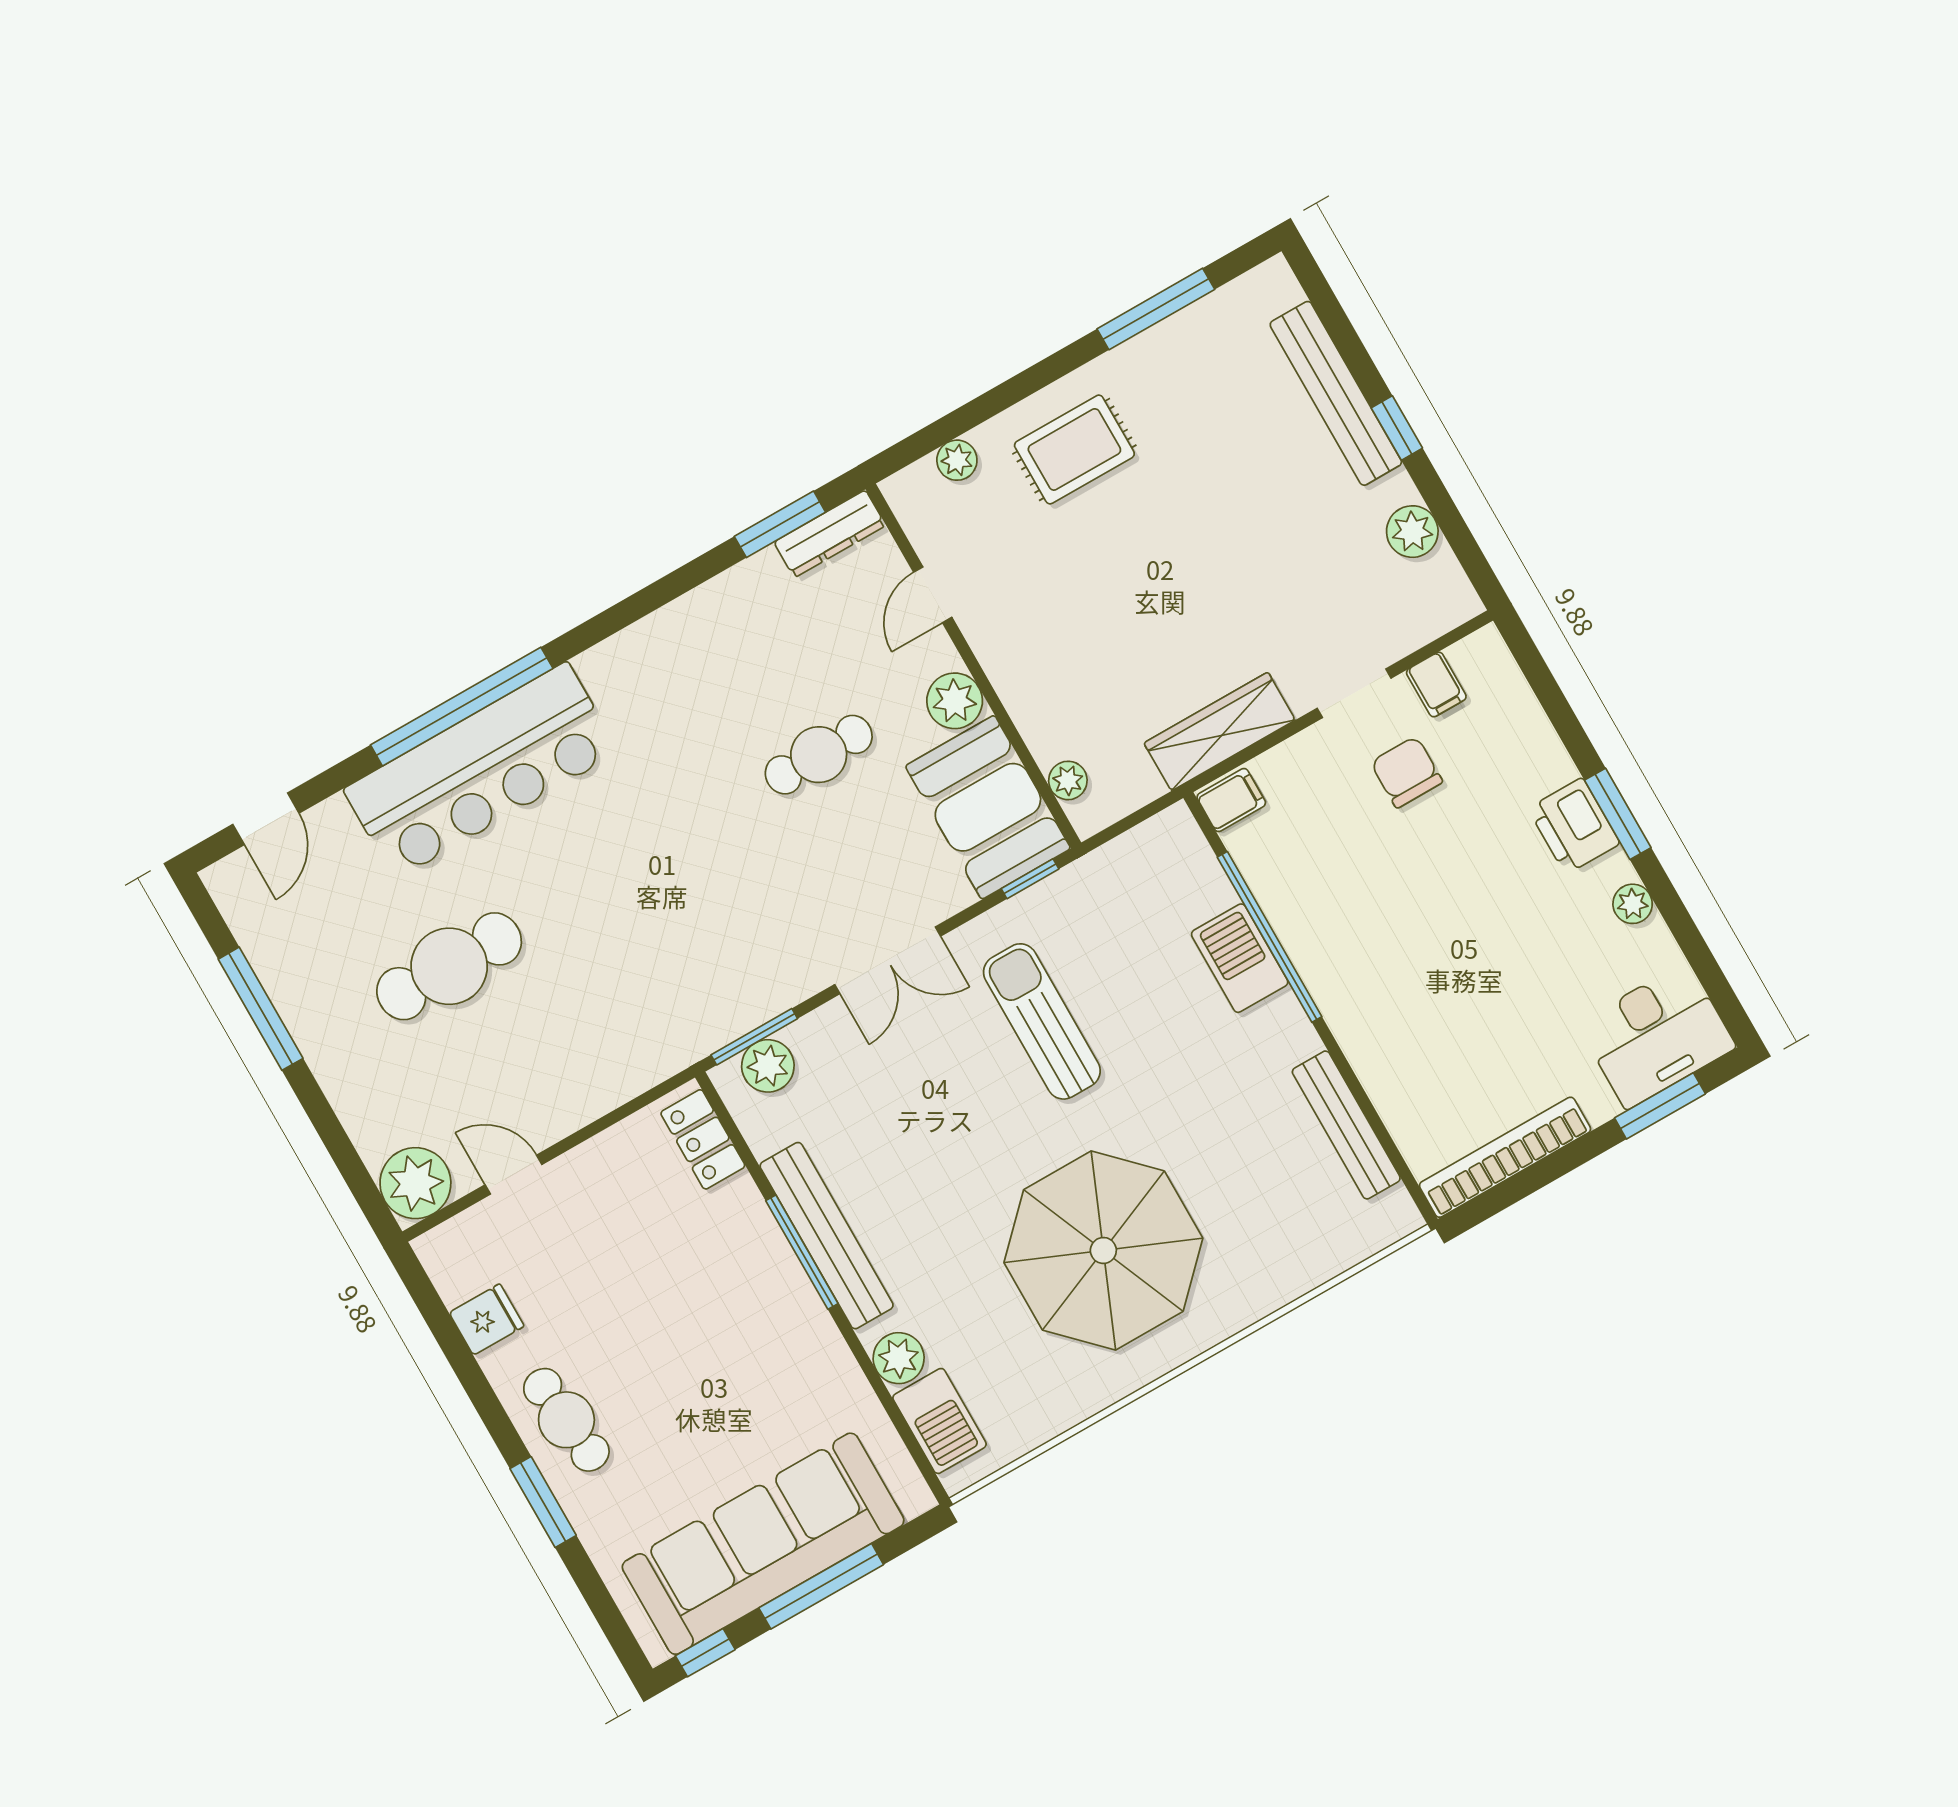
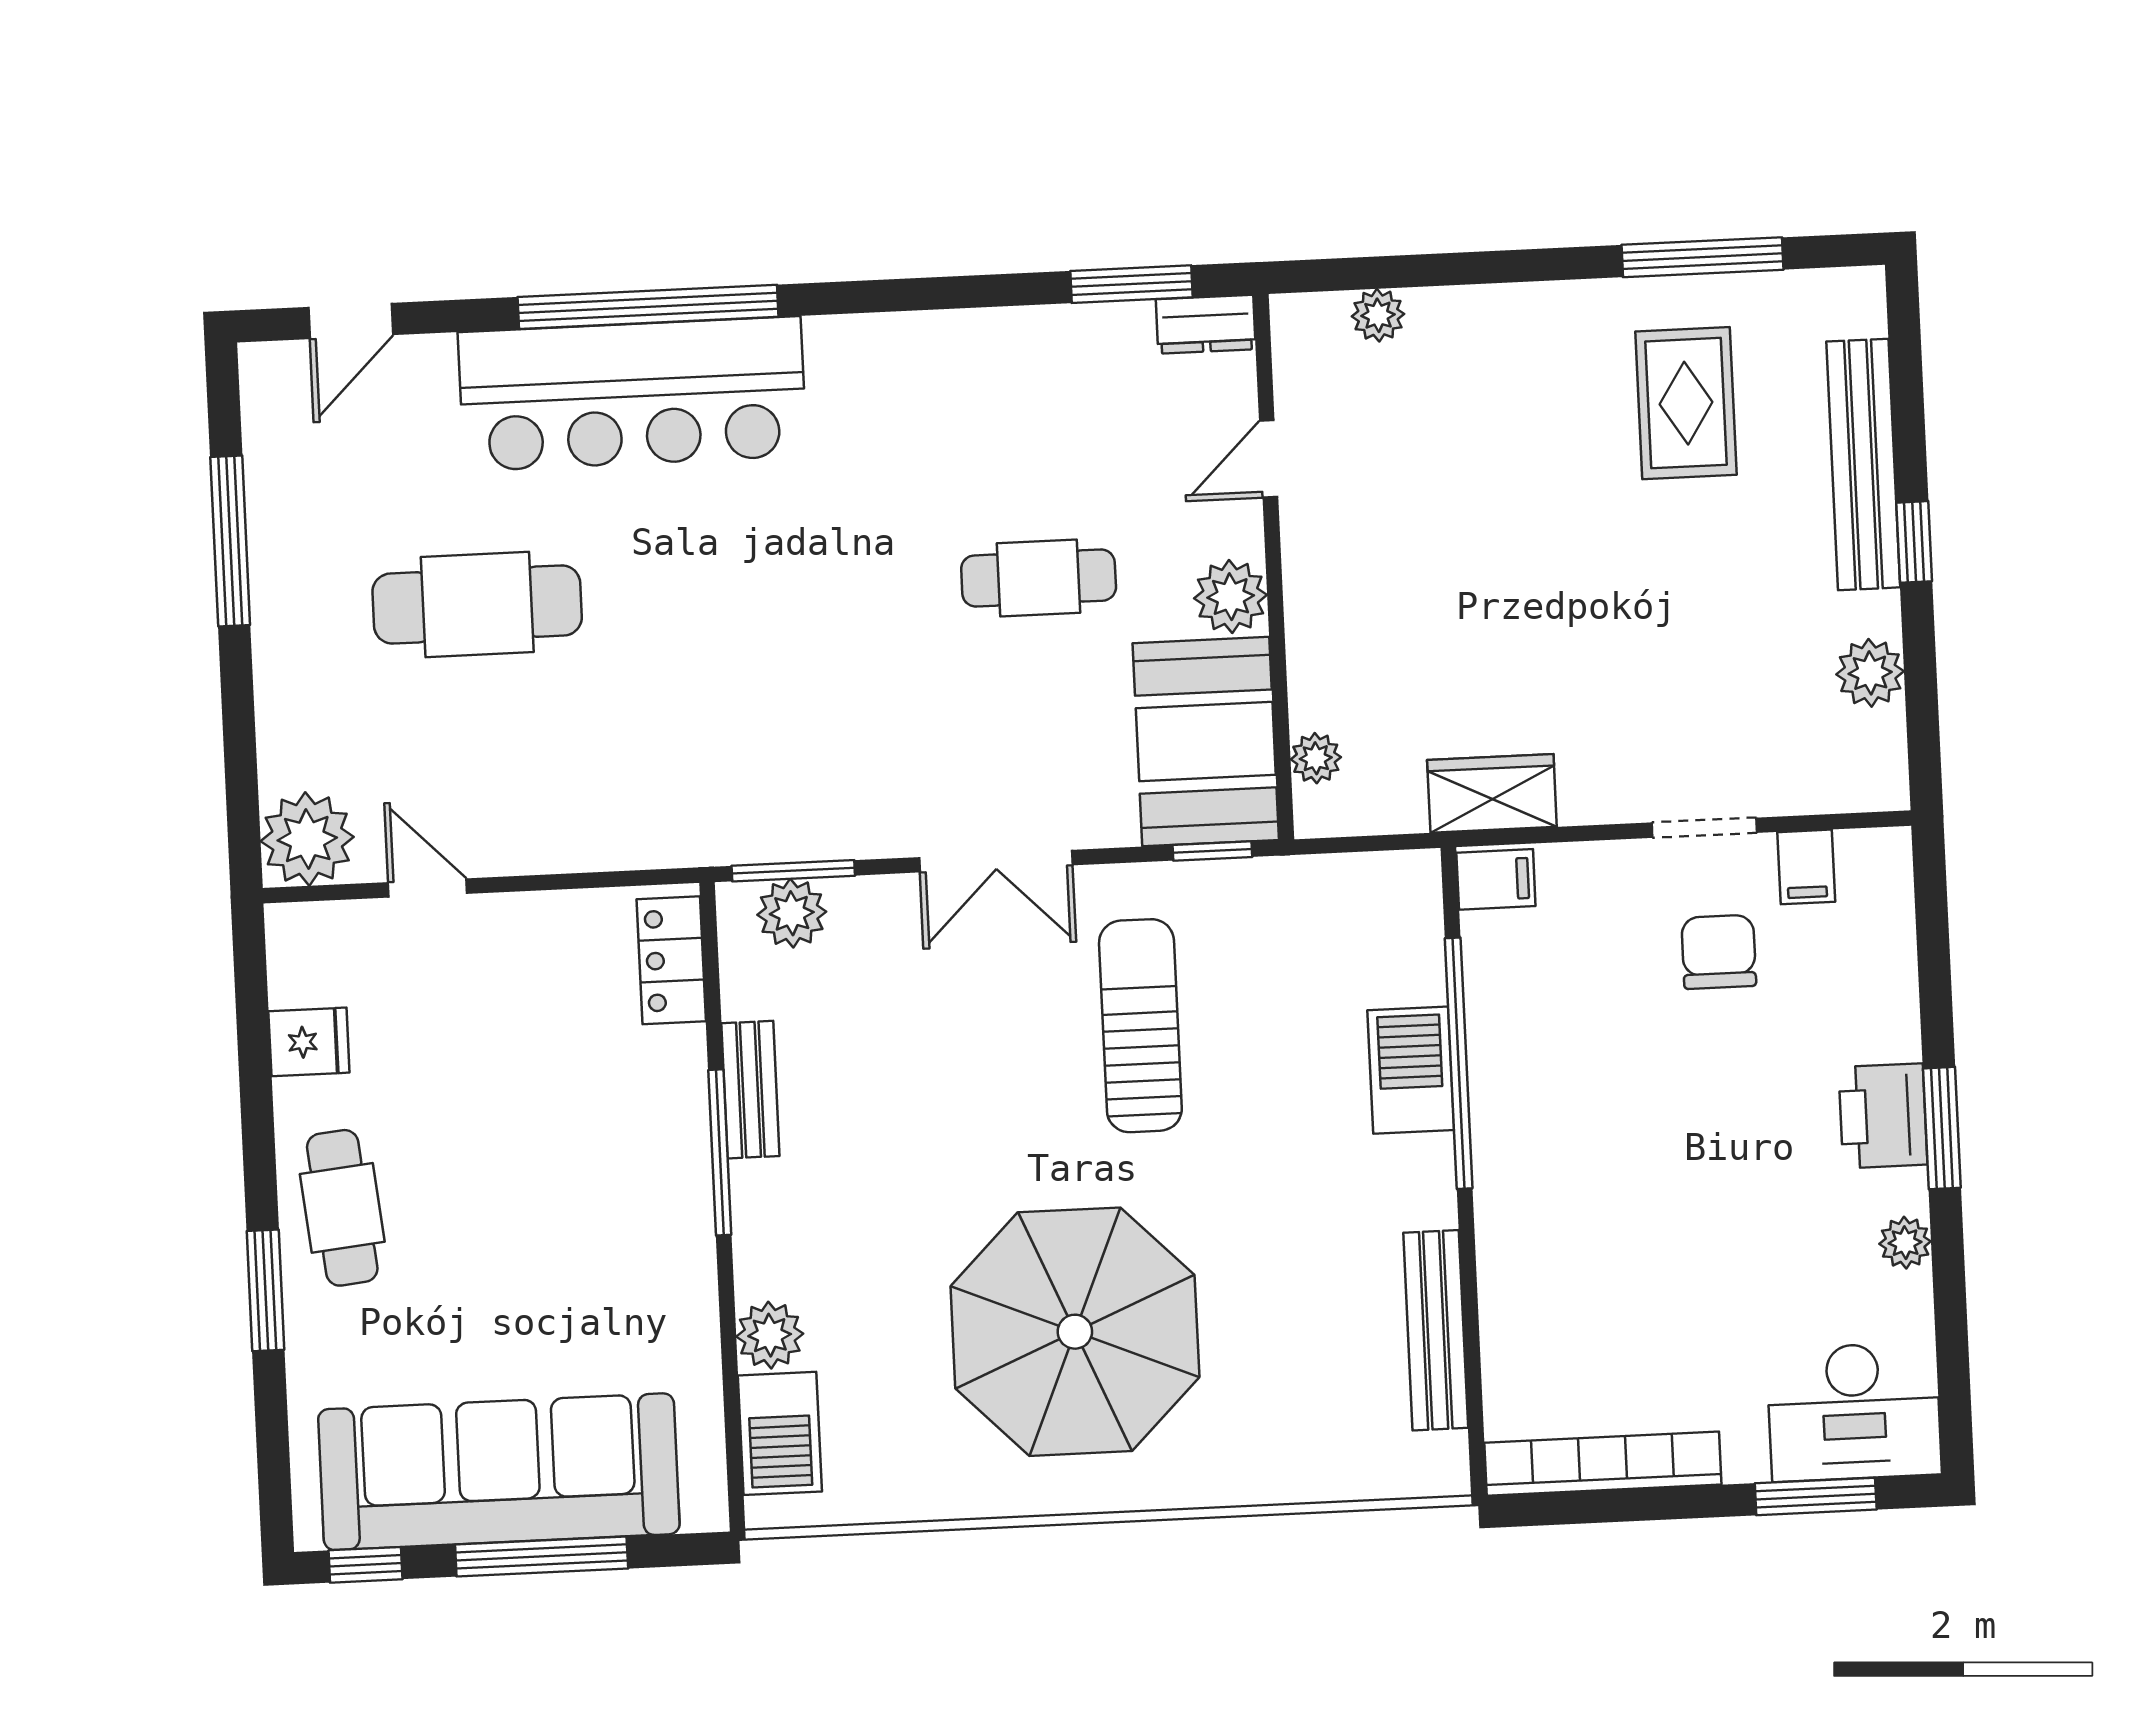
rug: (1074, 449) -> (1686, 403), moved, turned 90
dresser: (830, 534) -> (1206, 324), width x0.70
wardrobe: (1220, 731) -> (1492, 793), width x0.67
bench: (827, 1236) -> (750, 1090), width x0.54, depth x0.82

